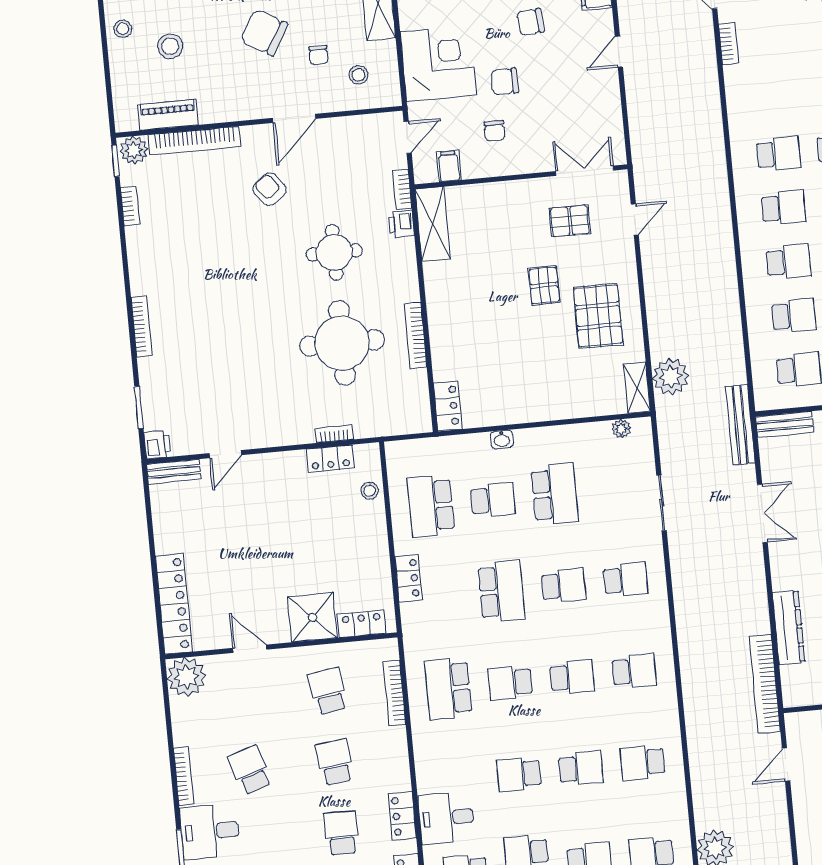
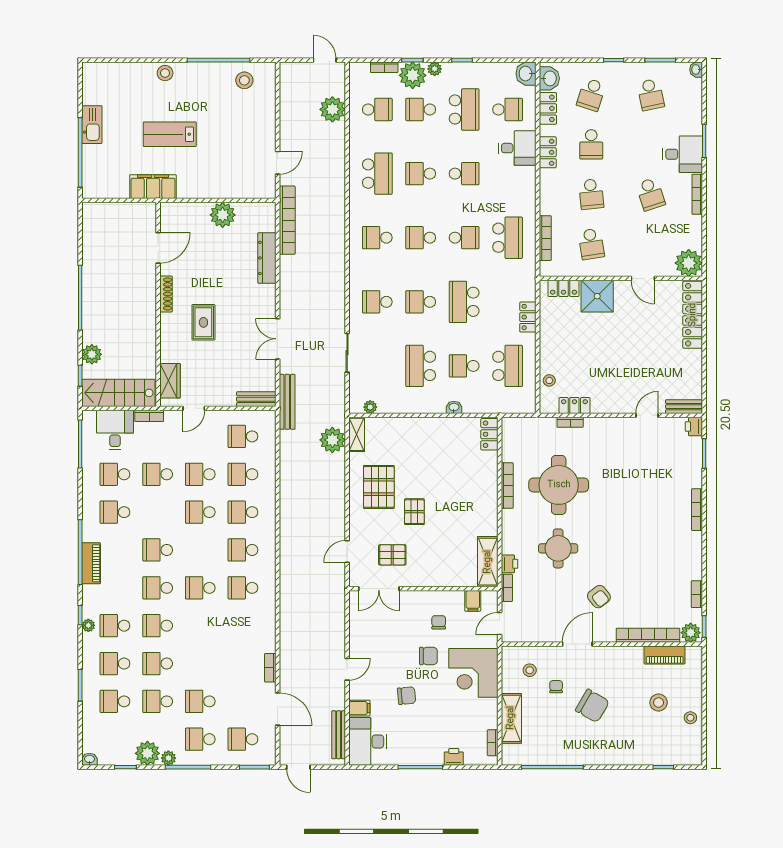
school desk: (643, 763) -> (377, 174), width x1.85

